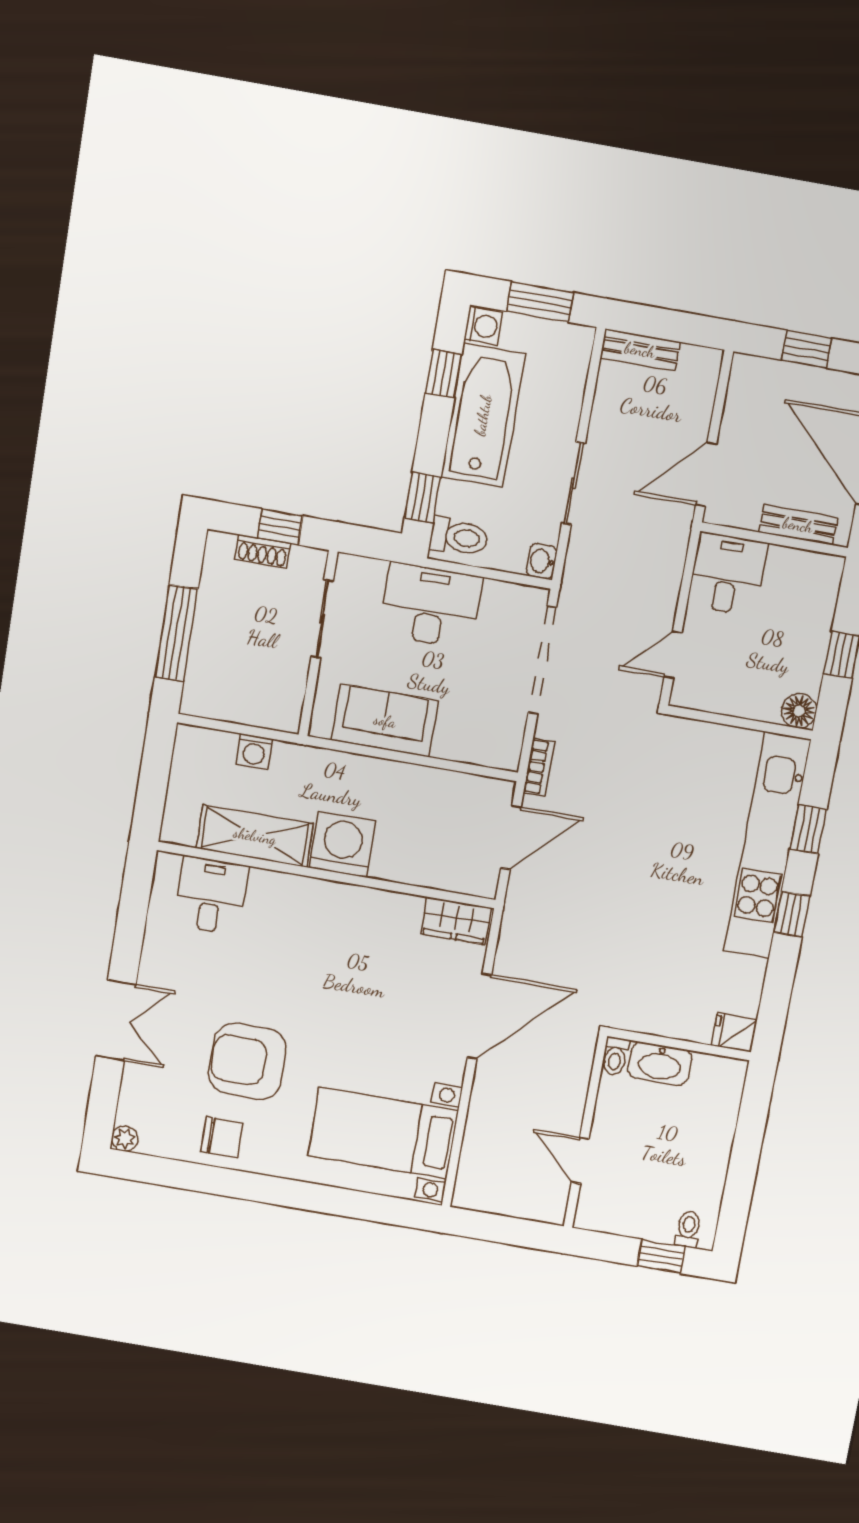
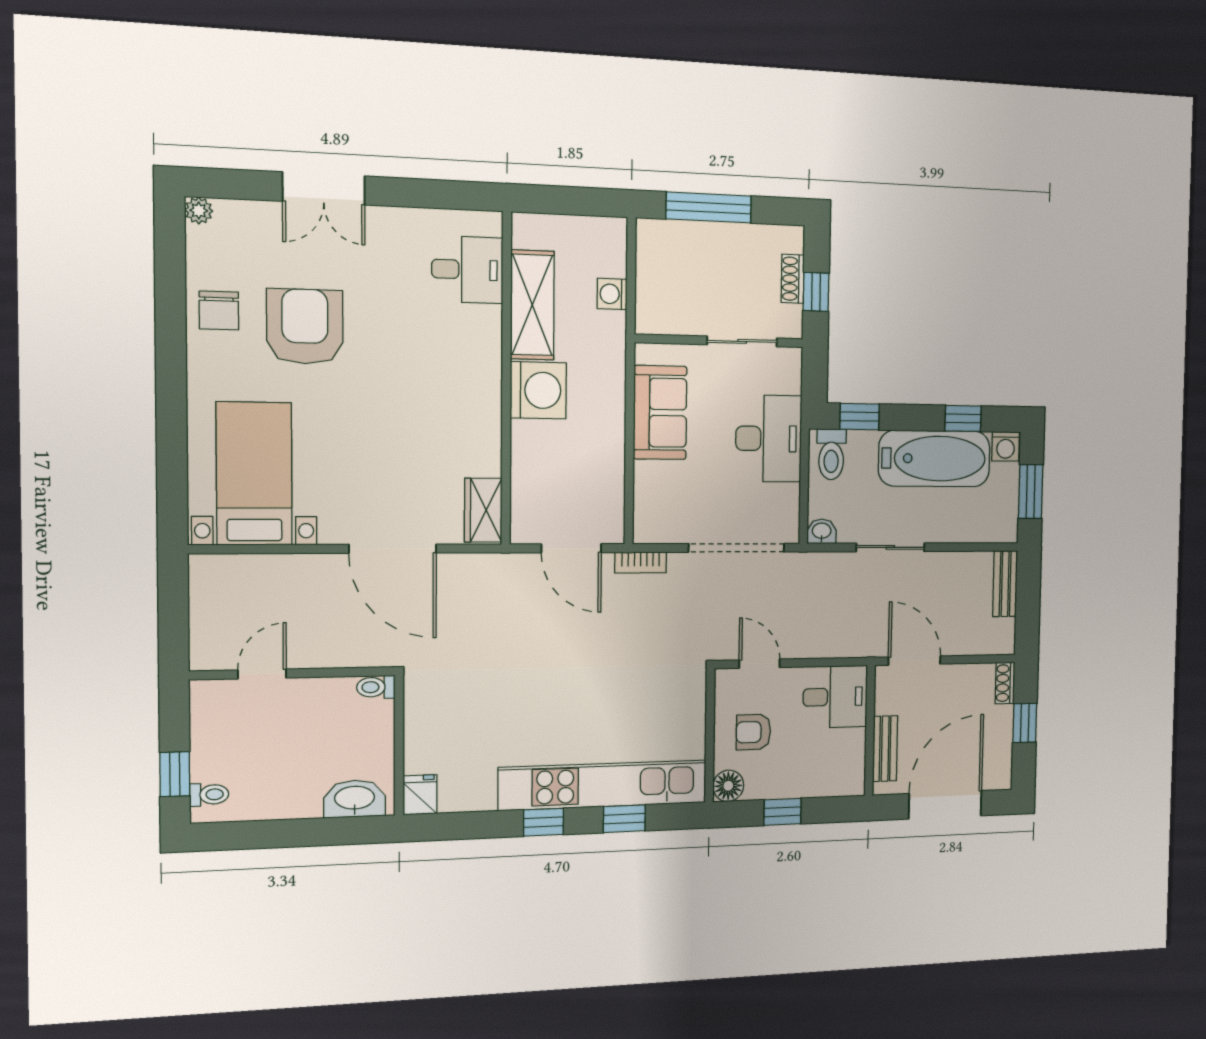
shoe rack: (755, 367) -> (1005, 683), added
armchair: (746, 673) -> (753, 732), added
washbasin: (660, 1064) -> (355, 799), moved, turned 90

